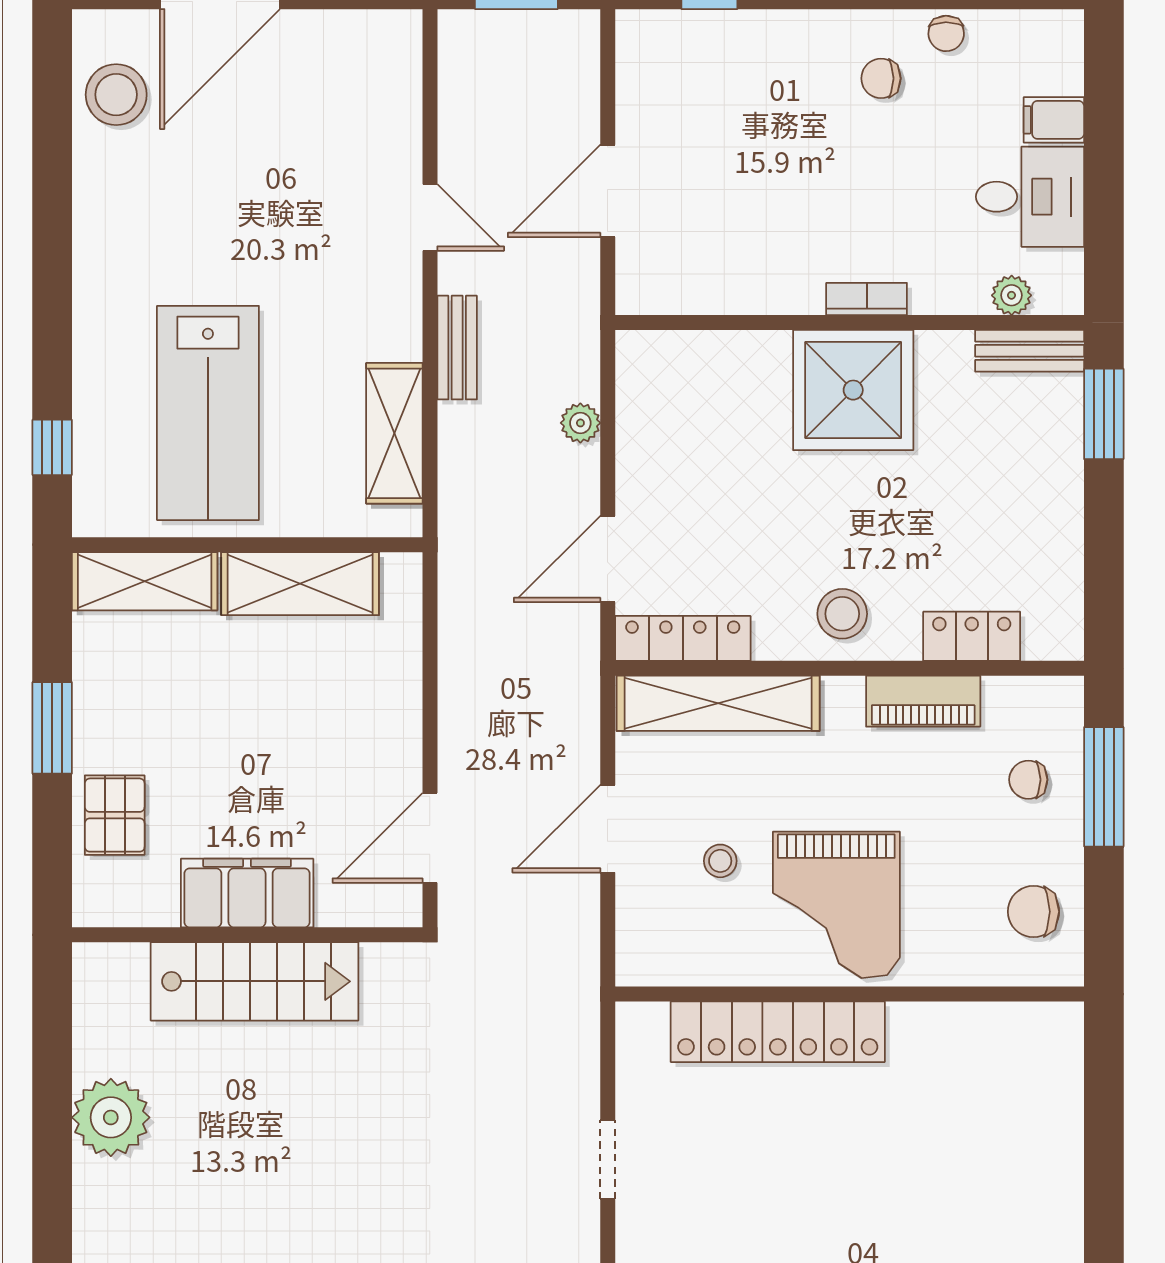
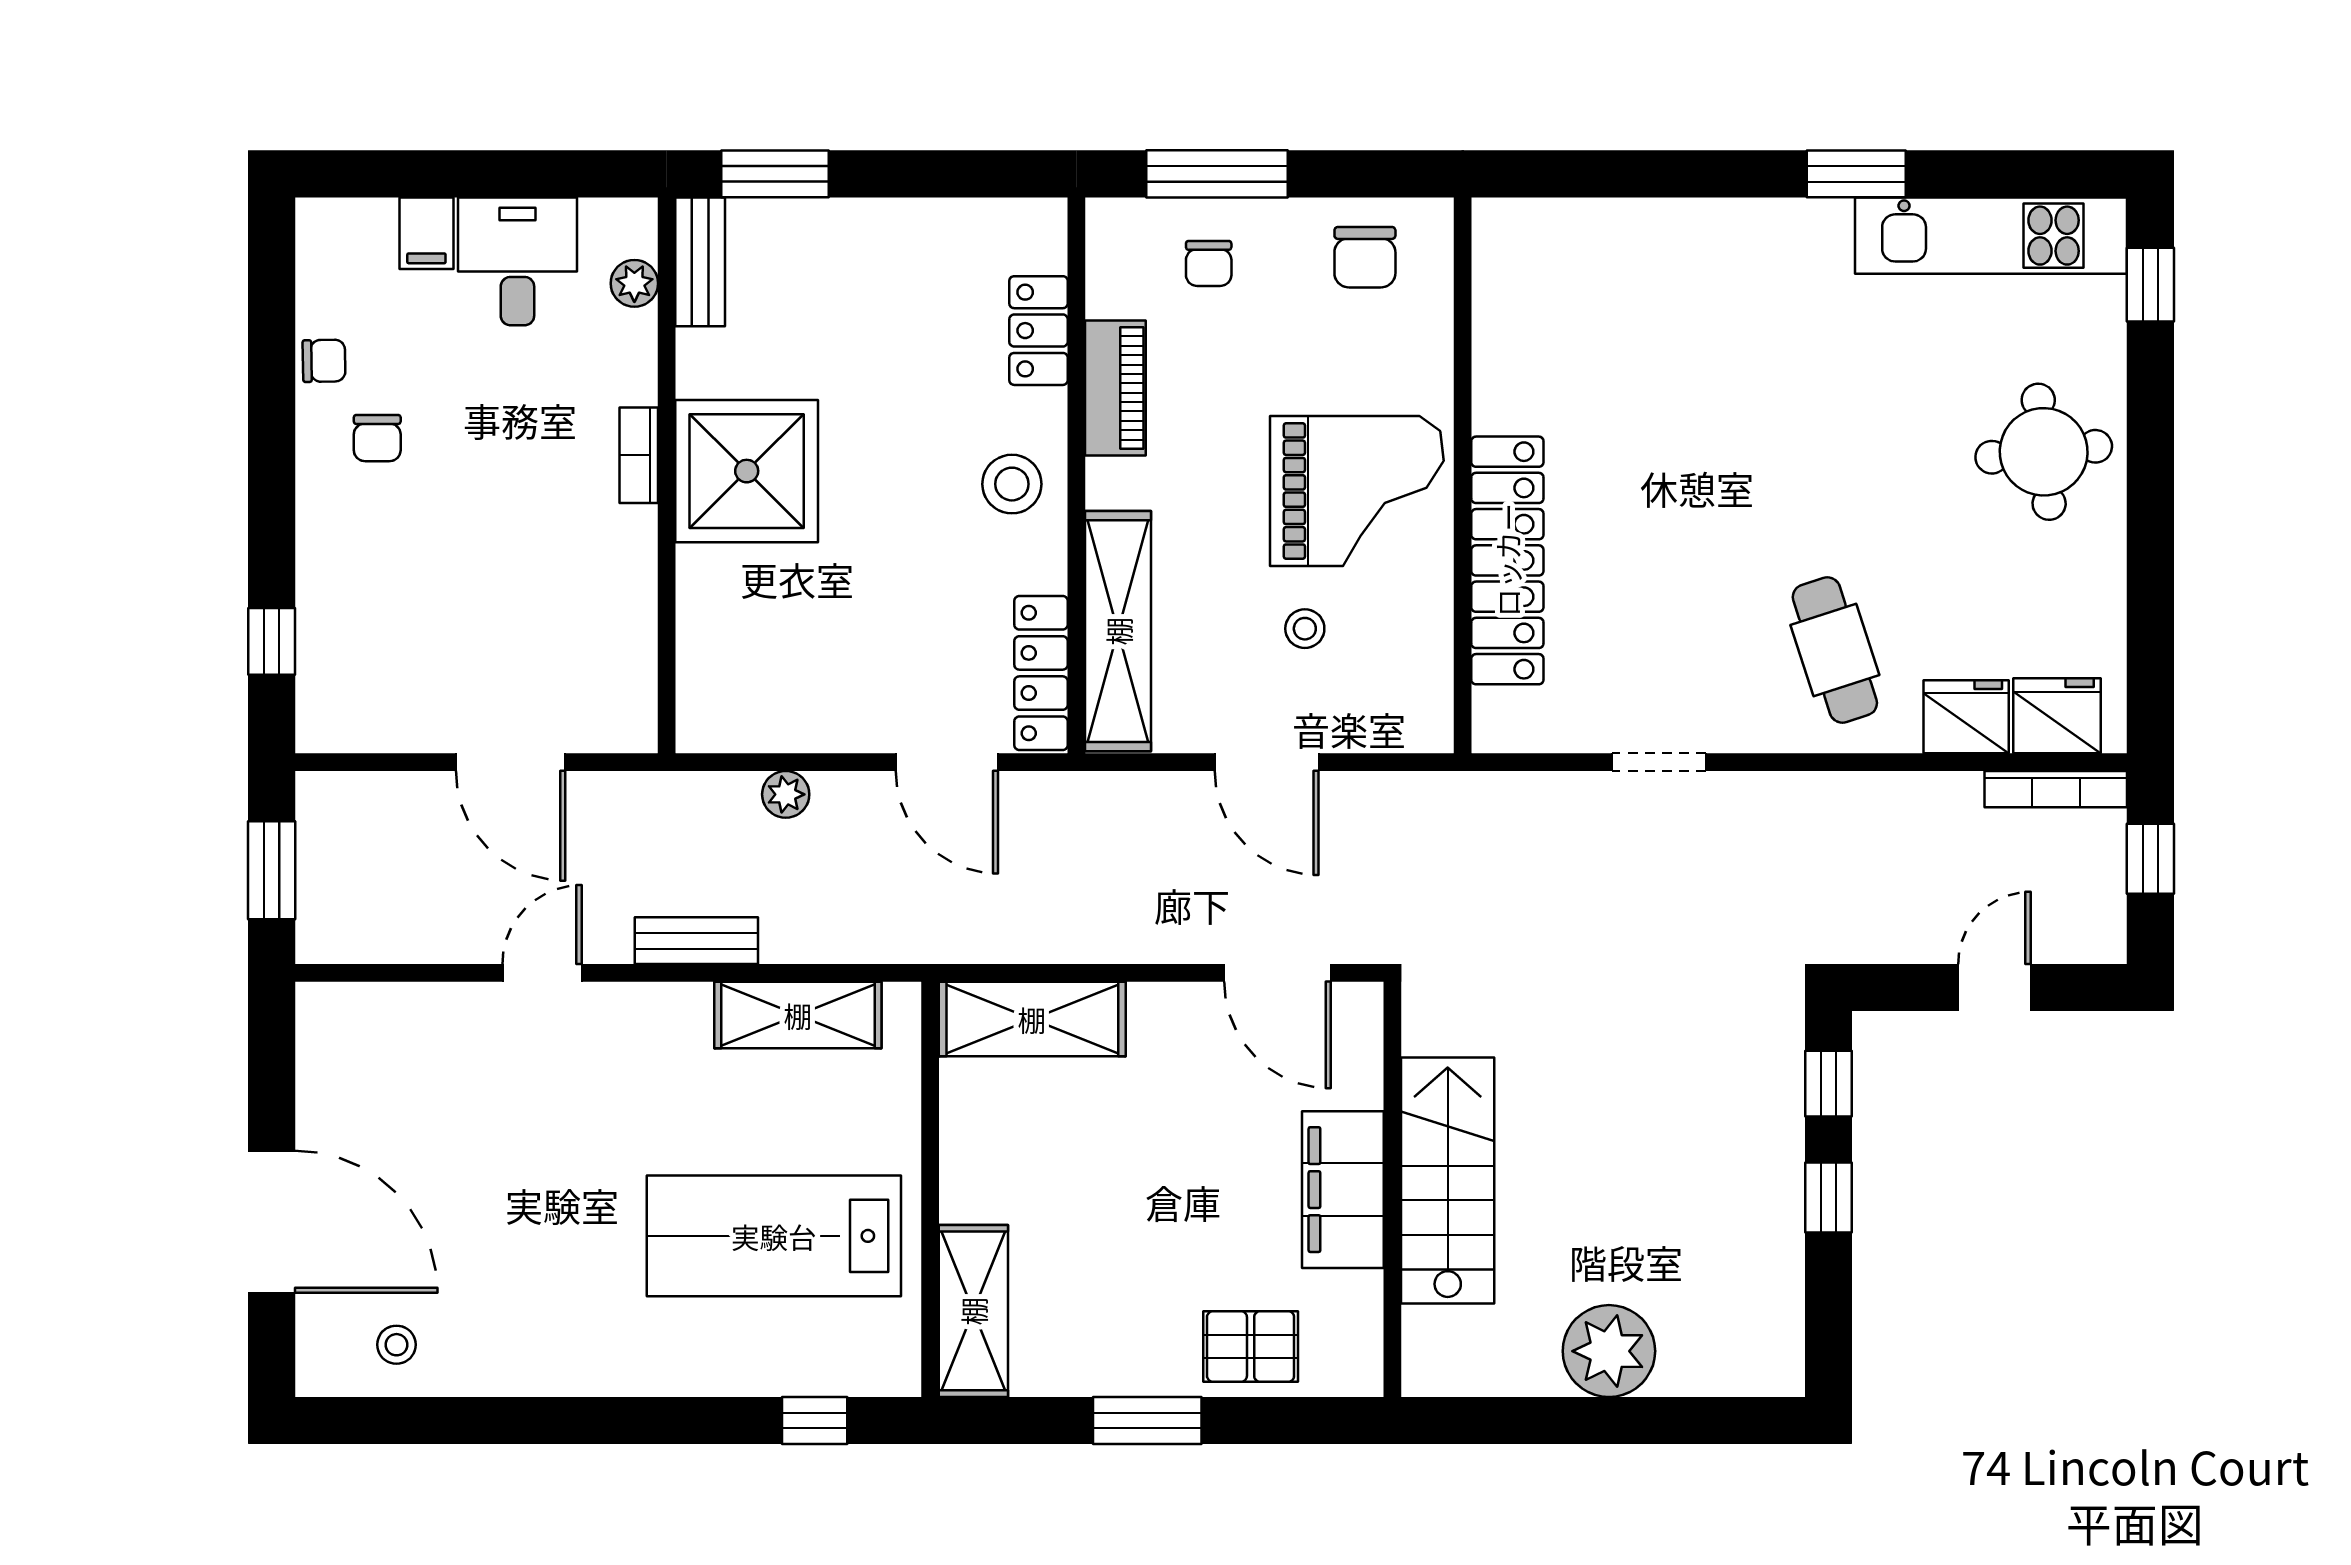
stool: (116, 95) -> (396, 1345), width x0.53, depth x0.53
lab bench: (208, 413) -> (774, 1236), turned 180
shelving: (300, 584) -> (1032, 1019), moved, turned 90

